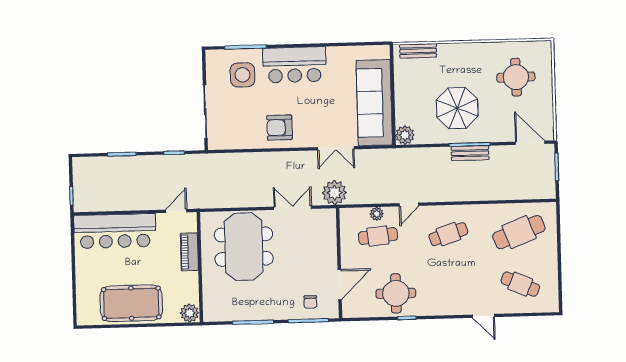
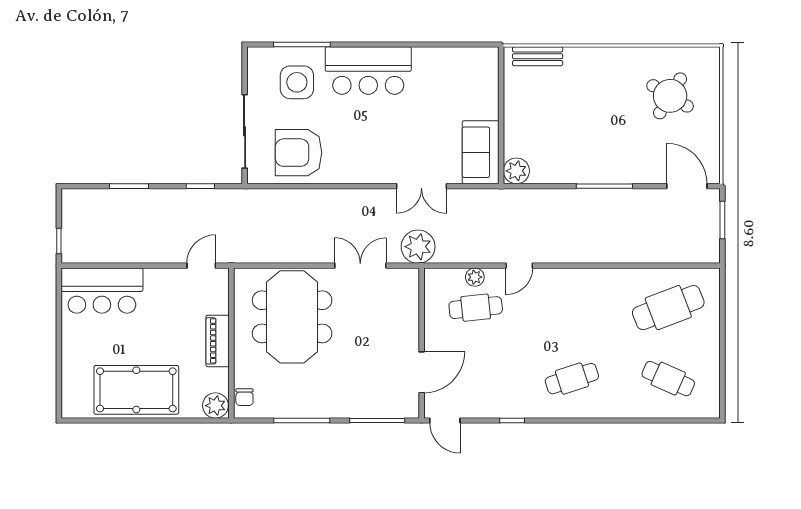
round table: (516, 77) -> (670, 96), turned 32
sofa: (374, 103) -> (481, 152), width x0.54, depth x0.79
parasol: (457, 108) -> (589, 136), removed
armchair: (280, 128) -> (299, 153), moved, width x1.36, depth x1.36
bench: (470, 153) -> (605, 198), removed
bar counter: (115, 231) -> (102, 291), width x0.73
cafe table: (448, 234) -> (572, 379), moved
piano: (189, 252) -> (218, 341), moved
round table: (396, 293) -> (498, 386), removed
chair: (310, 302) -> (244, 397), moved
door: (483, 316) -> (445, 421), moved

